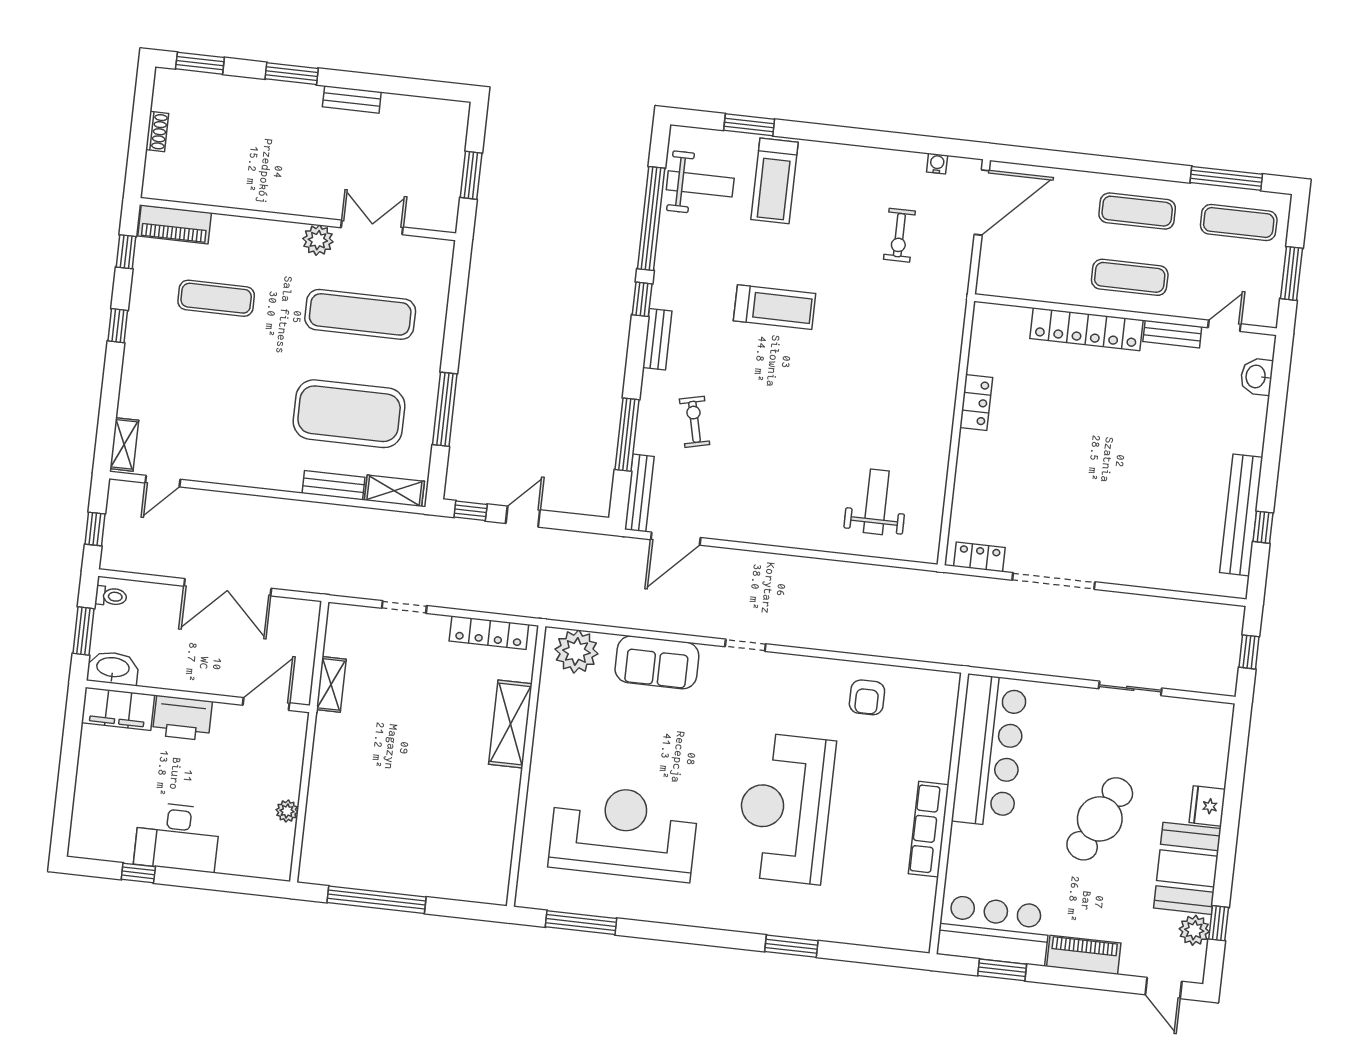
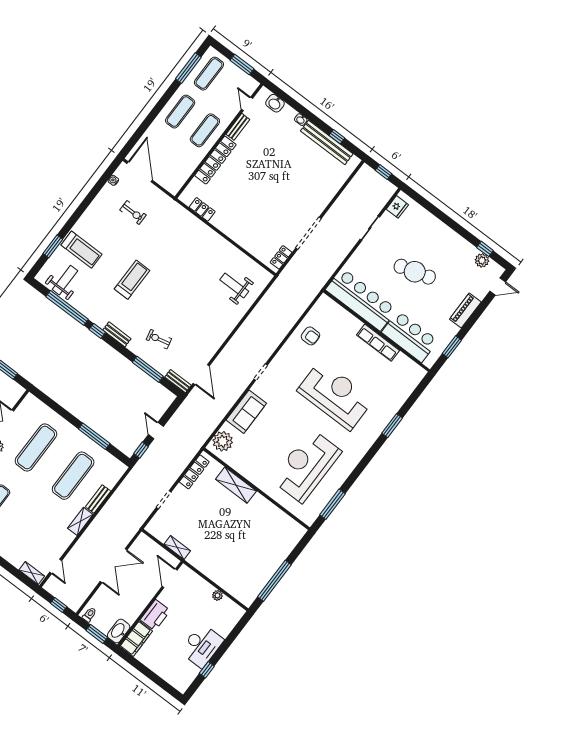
locker: (976, 403) -> (202, 209), moved
exercise mat: (349, 414) -> (73, 476), width x0.68
washbasin: (1255, 442) -> (301, 120), added
shelving: (394, 491) -> (80, 521), moved
bench: (639, 493) -> (178, 381), width x0.73
fridge: (1207, 806) -> (397, 207), moved, turned -90
reception desk: (785, 808) -> (335, 395), turned 180
cafe table: (1100, 819) -> (415, 272), turned -43
booth: (1187, 868) -> (455, 248), removed
bar counter: (994, 930) -> (410, 336), moved, turned 90

